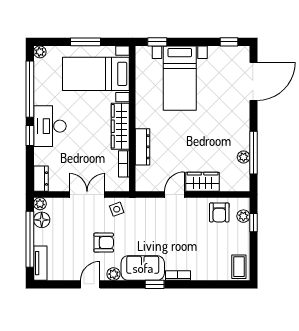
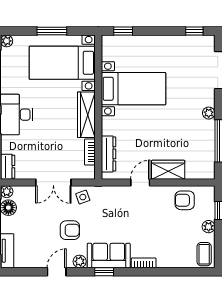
bed with nightstands: (180, 78) -> (134, 89), moved, turned -90
dresser: (143, 147) -> (109, 154), moved
plant: (244, 157) -> (209, 113), moved
double door: (87, 194) -> (53, 182), swing flipped
armchair: (219, 212) -> (185, 200), turned 90
plant: (243, 216) -> (209, 227), moved
window: (155, 284) -> (104, 272), moved

